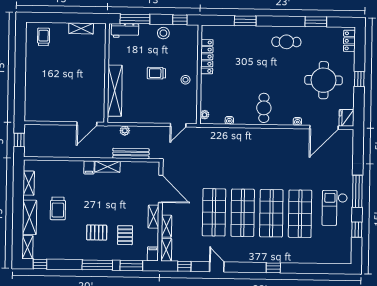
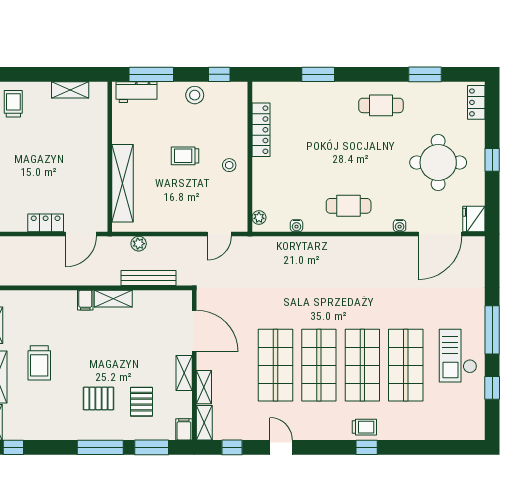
cafe table: (264, 108) -> (349, 206), turned 90
locker: (64, 116) -> (46, 223), added
trolley: (272, 254) -> (364, 427), added

